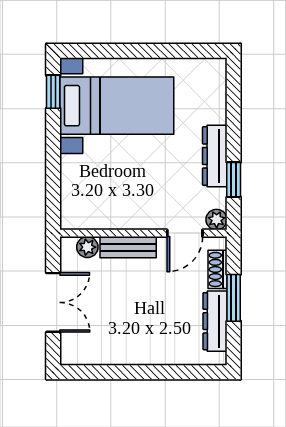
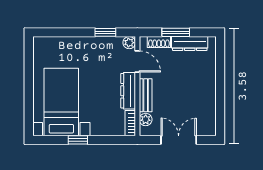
window: (53, 92) -> (78, 140), moved
dresser: (215, 156) -> (128, 91), moved, turned 90
bookcase: (81, 221) -> (130, 123), added

